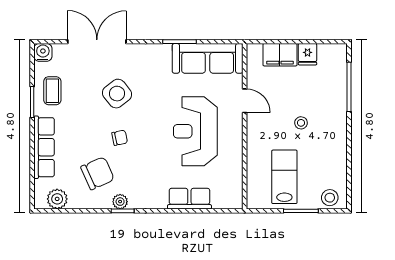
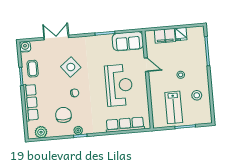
double door: (97, 42) -> (56, 37), width x0.73
sofa: (208, 58) -> (128, 41), width x0.73
reception desk: (195, 131) -> (119, 85), turned 180
chair: (98, 173) -> (63, 115), turned -66
lab bench: (284, 177) -> (174, 107), turned 180
stool: (330, 198) -> (197, 95), moved
row of seats: (189, 199) -> (125, 125), width x1.48

